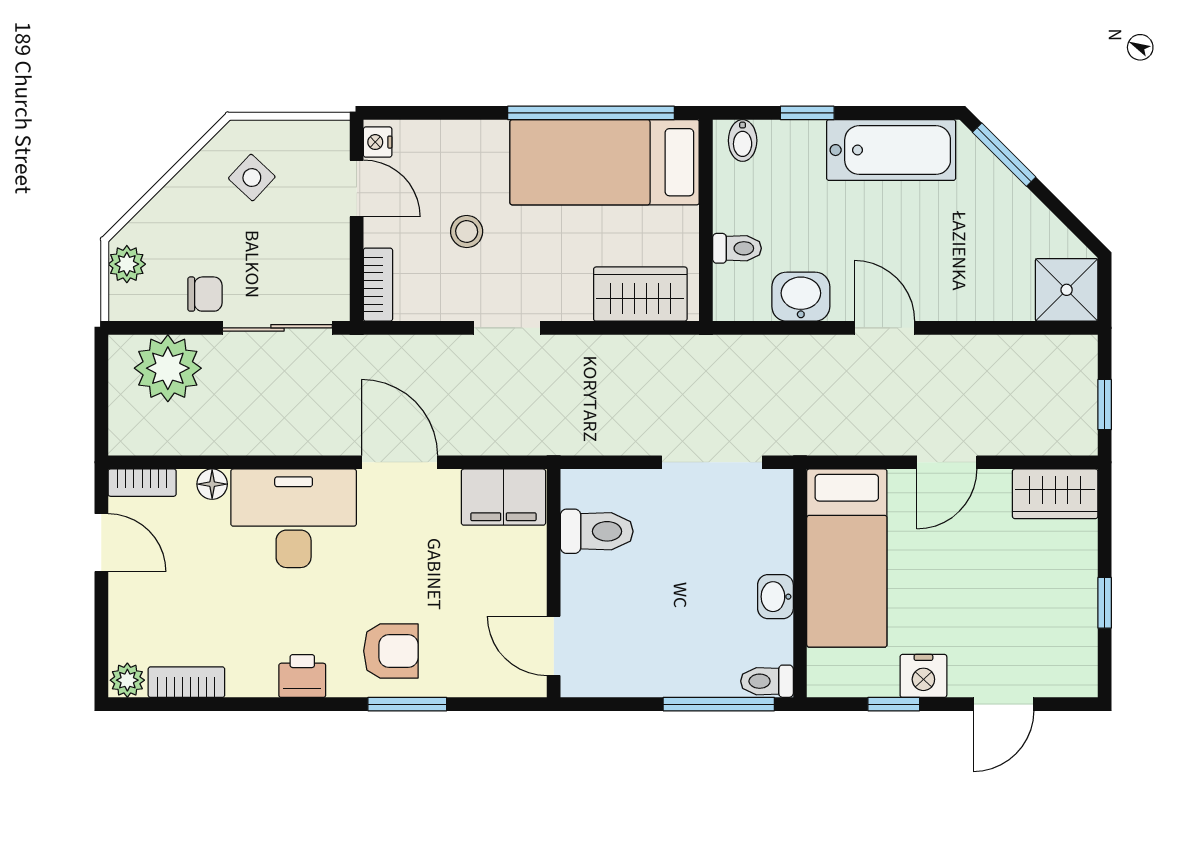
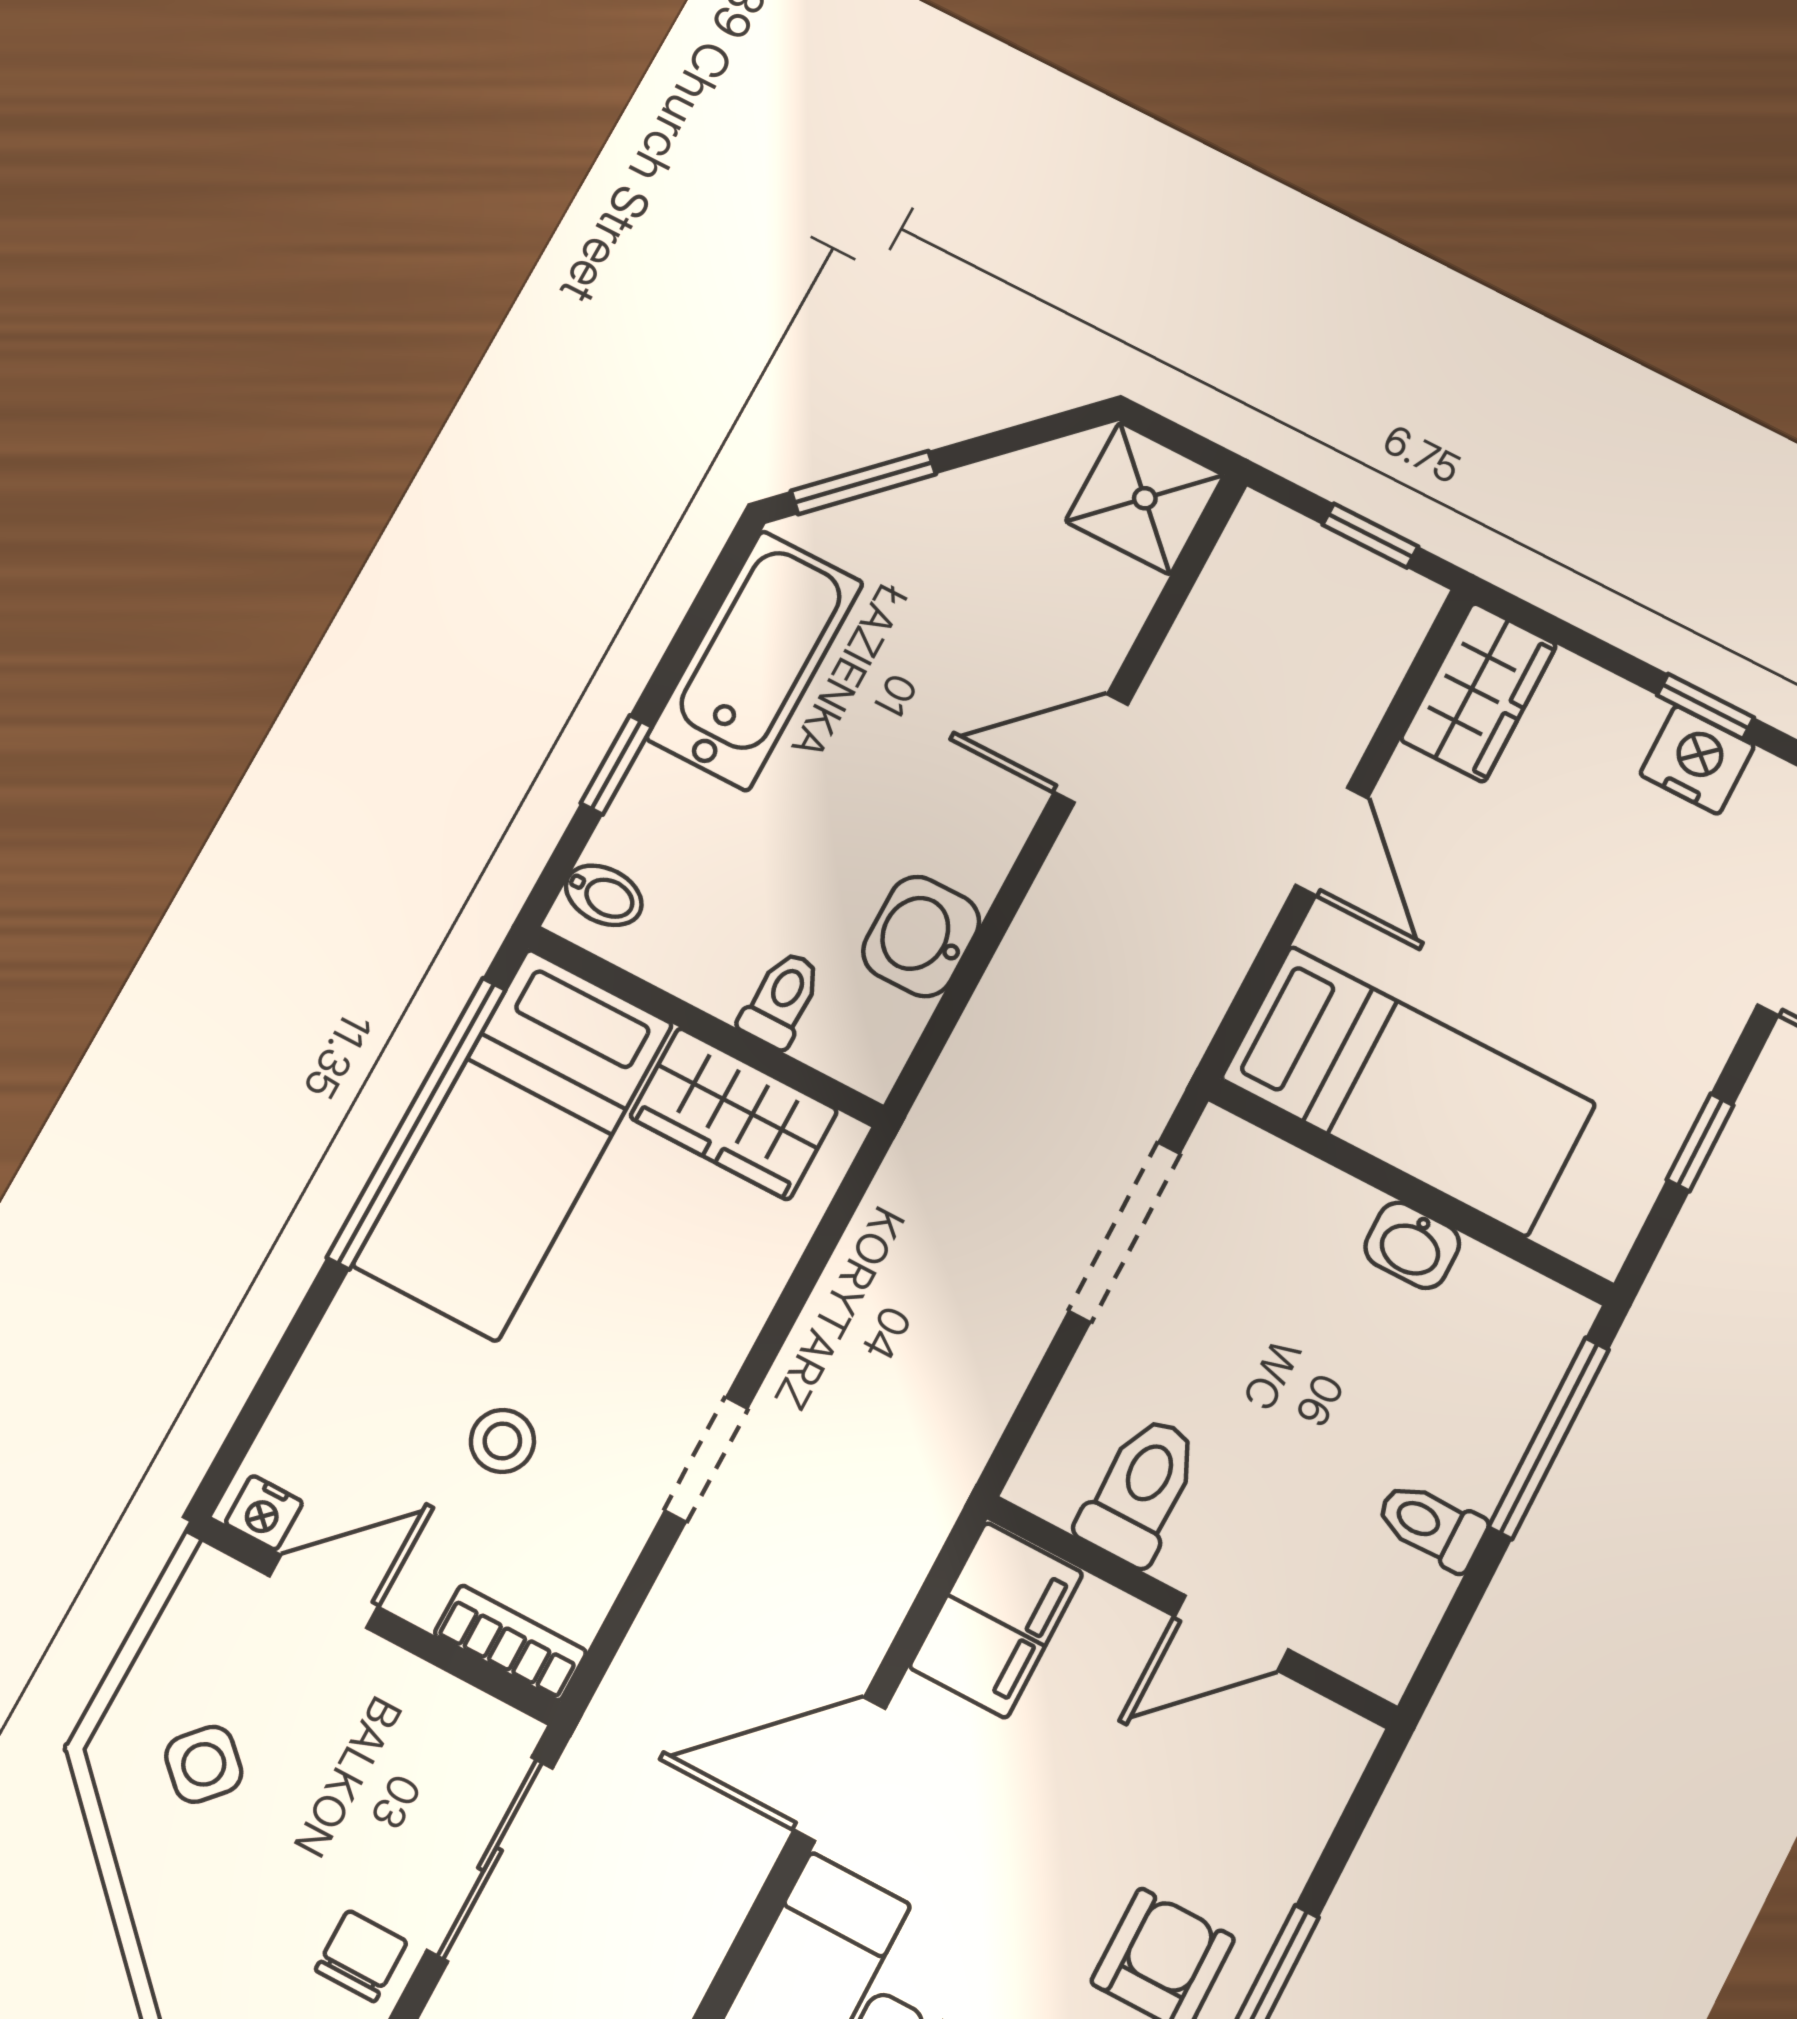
wardrobe: (640, 294) -> (734, 1114), moved, turned -90
door: (884, 328) -> (1091, 748), moved
door: (554, 646) -> (1231, 1633), moved
nightstand: (923, 676) -> (1697, 760), moved, turned -90
toilet: (767, 681) -> (1431, 1525), moved, turned 90

